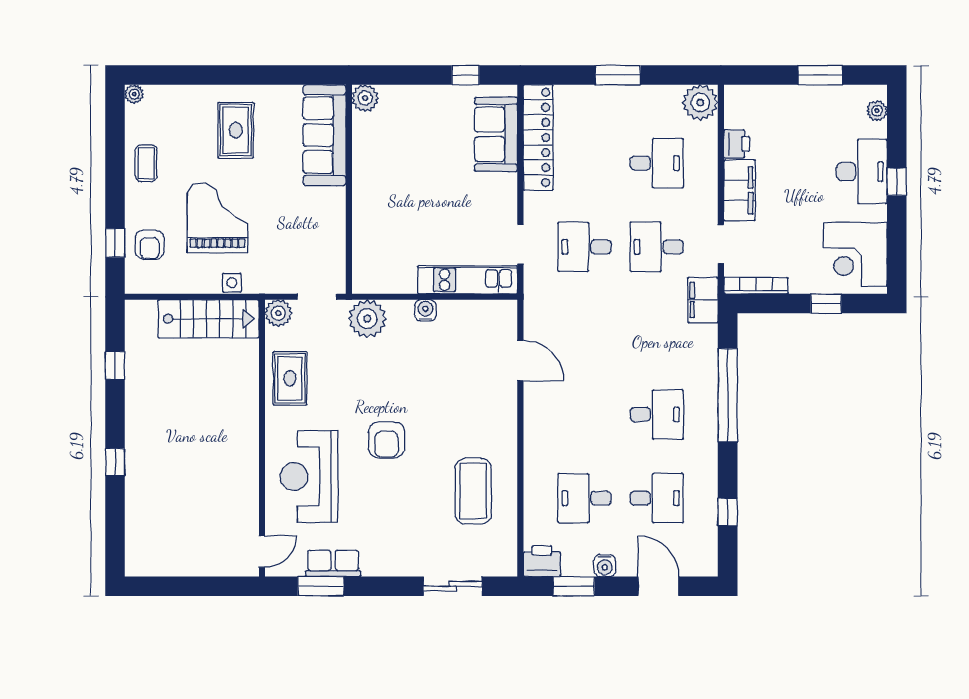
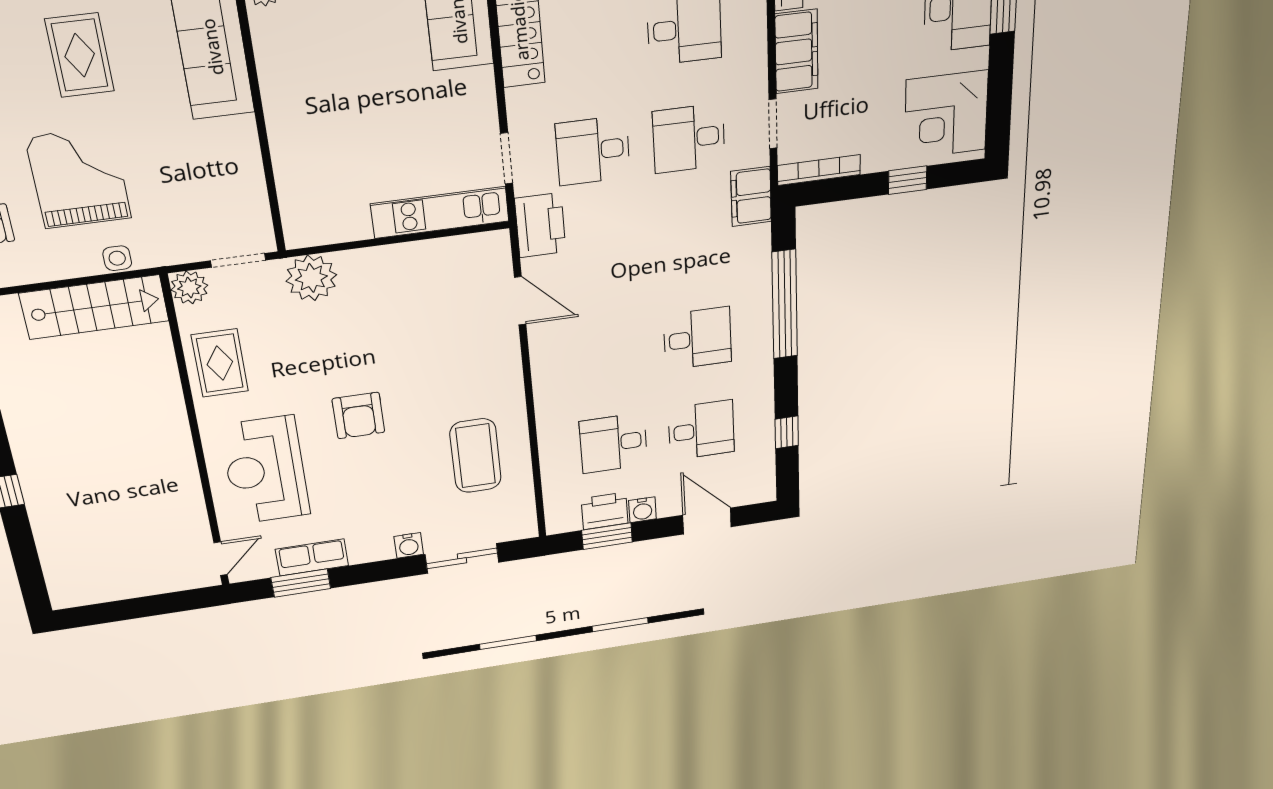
printer: (541, 301) -> (540, 225), added
water cooler: (425, 310) -> (409, 545), moved, turned 180
printer: (542, 561) -> (605, 511), moved

